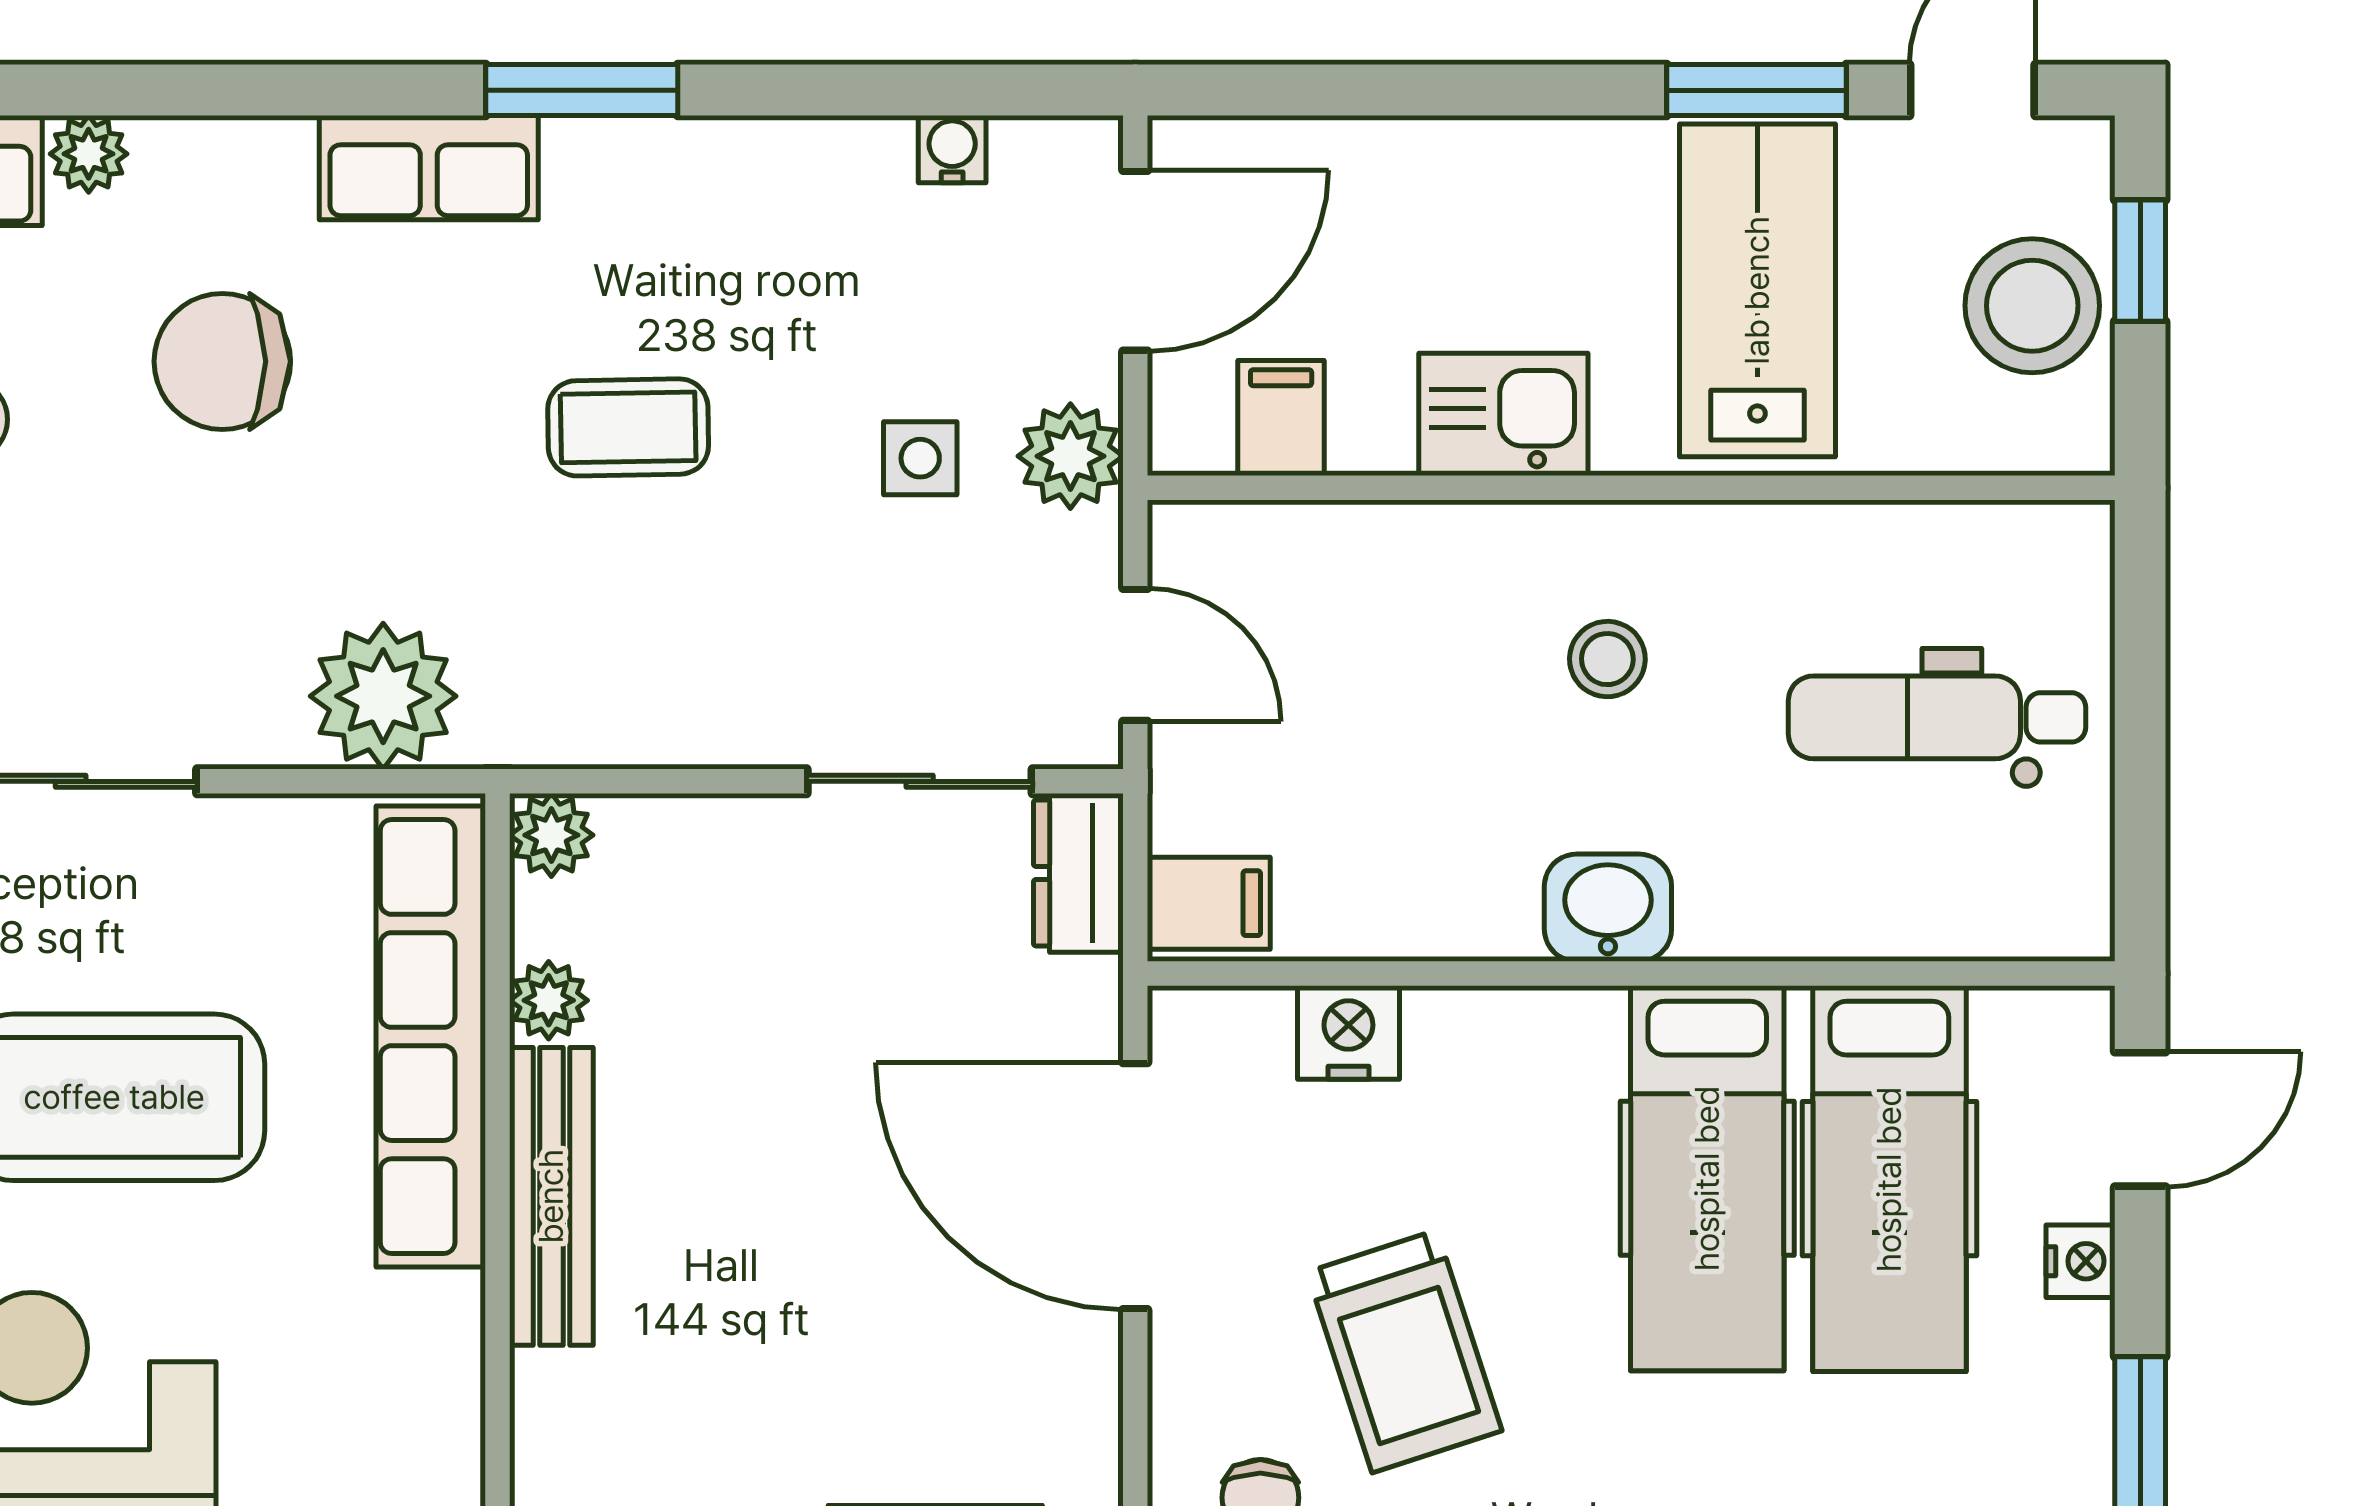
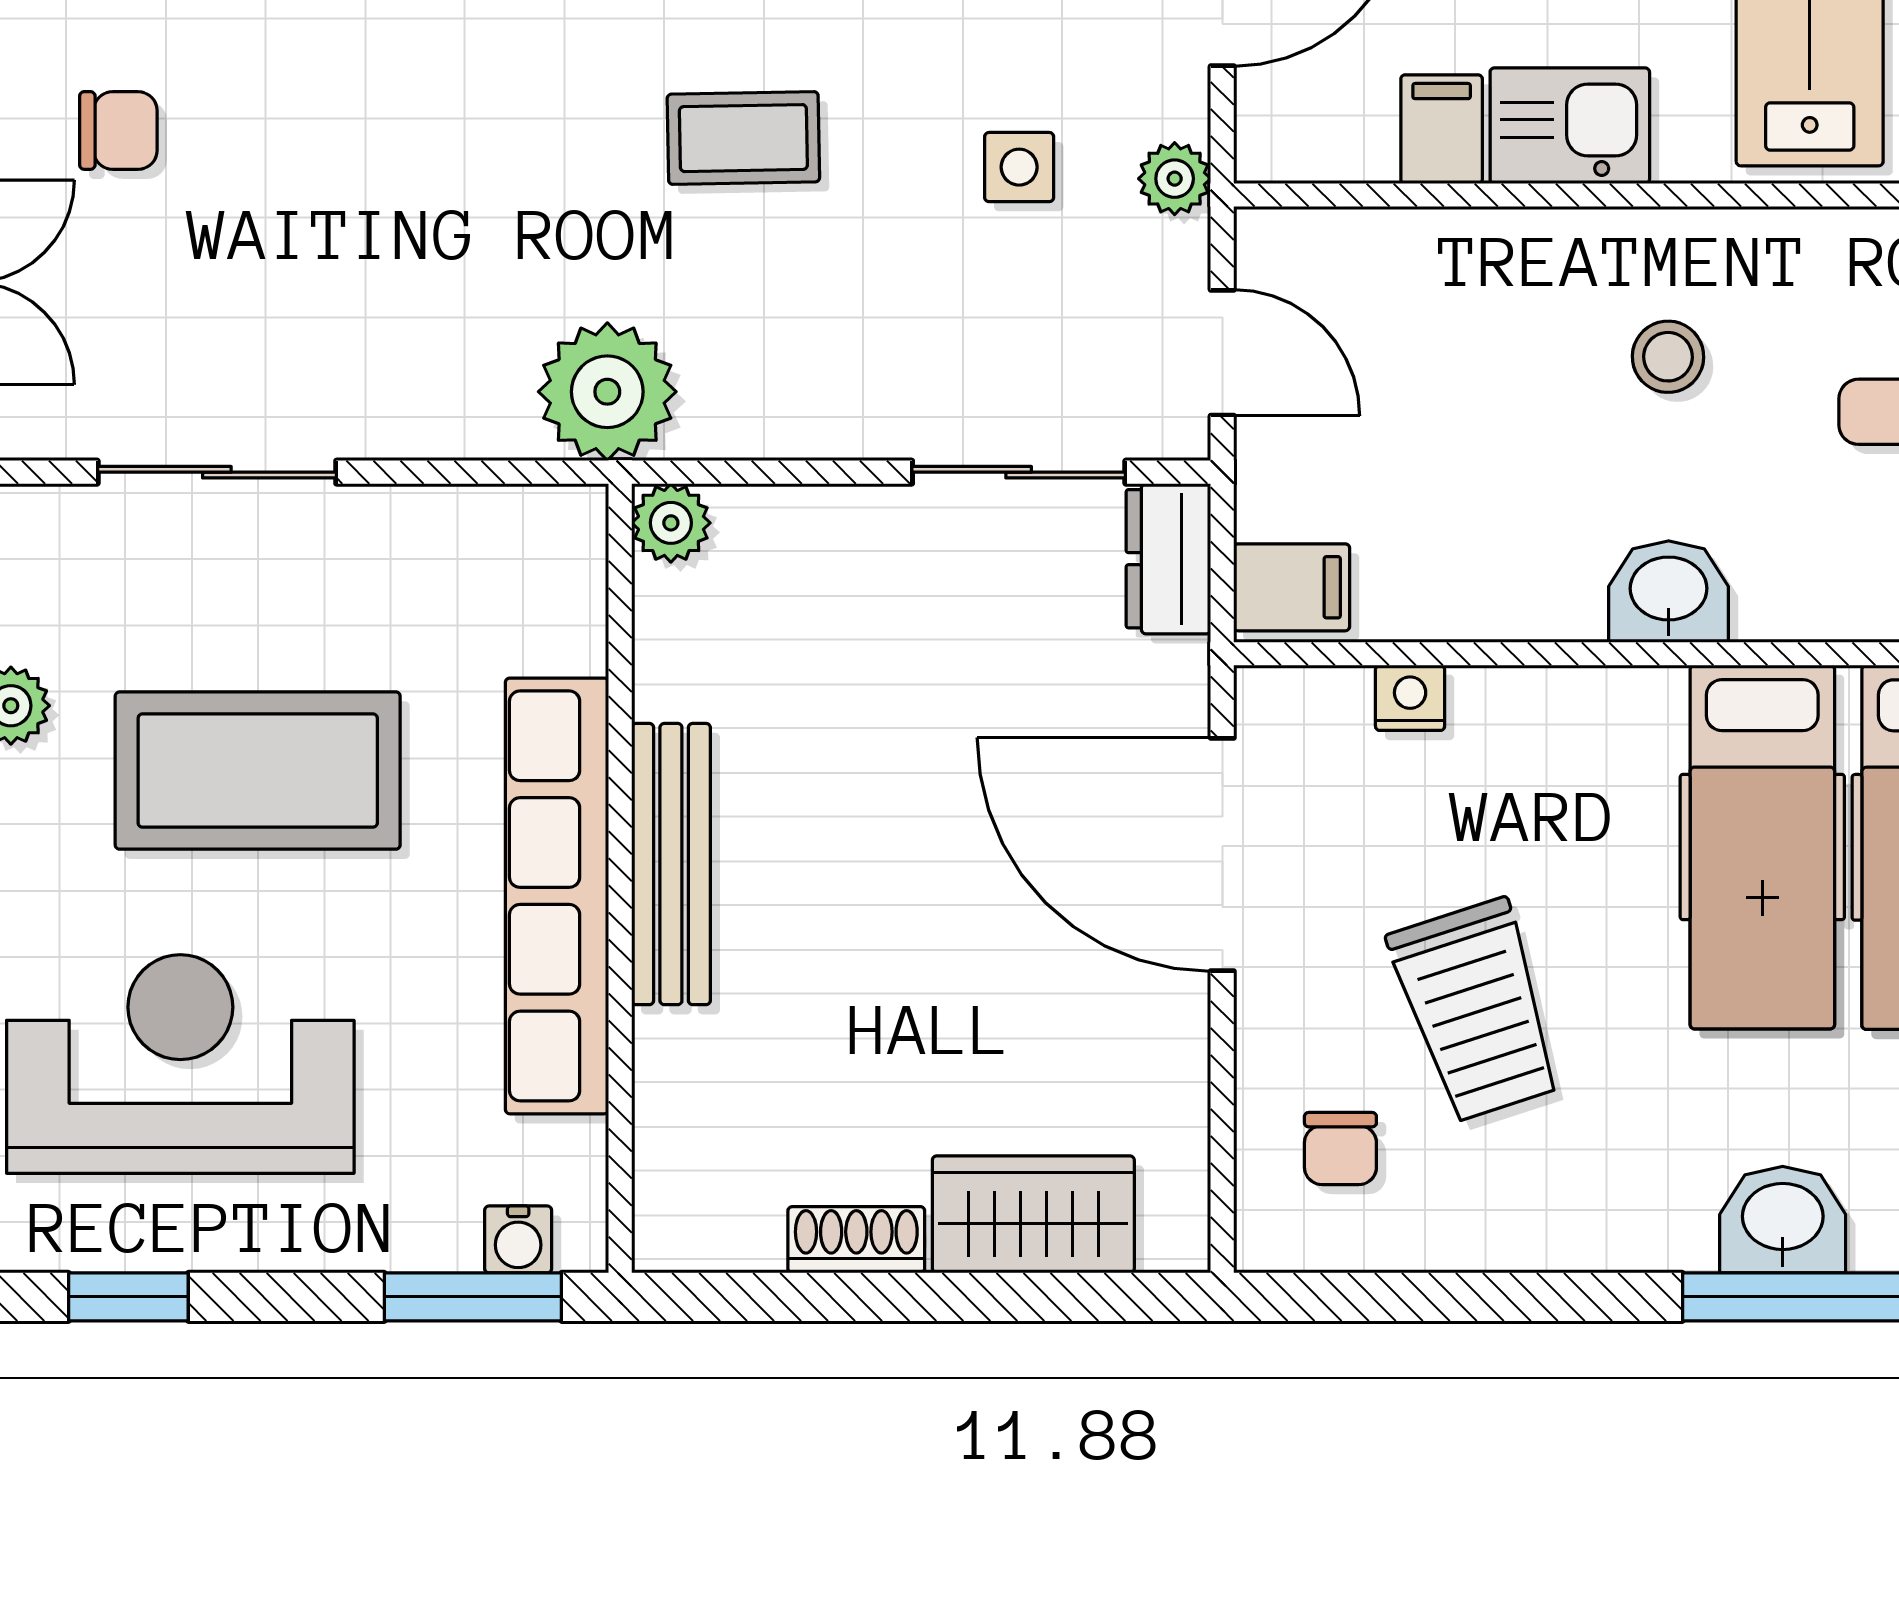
chair: (222, 361) -> (360, 76), removed
filing cabinet: (1281, 418) -> (1442, 129), moved
plant: (1070, 456) -> (1175, 179), width x0.73, depth x0.73
plant: (383, 696) -> (607, 392), moved
plant: (549, 1000) -> (668, 679), removed
nightstand: (1348, 1032) -> (1410, 698), width x0.72, depth x0.74
row of seats: (431, 1037) -> (557, 896), moved

